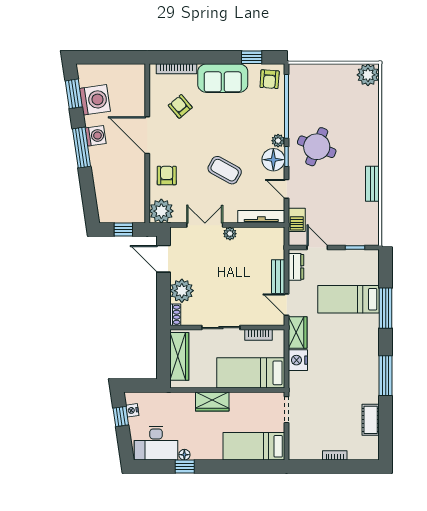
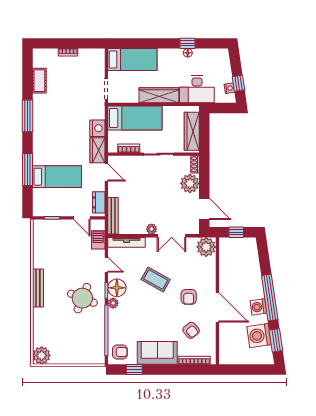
armchair: (270, 79) -> (120, 352), turned 86
window: (82, 148) -> (270, 298), width x1.46
armchair: (167, 176) -> (189, 297), moved
bench: (372, 184) -> (38, 288), moved, width x1.36
bench: (278, 277) -> (113, 216), moved, width x1.36
wardrobe: (212, 402) -> (159, 95), width x1.50
desk: (156, 443) -> (197, 89), moved, turned 180

